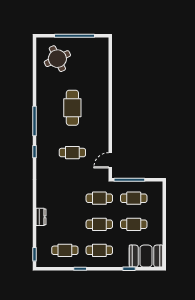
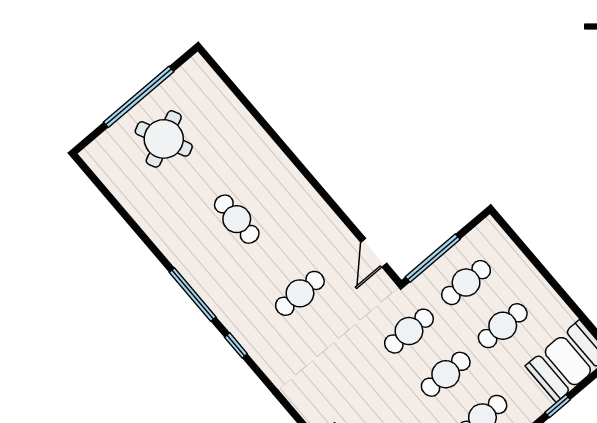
round table: (57, 59) -> (164, 139), moved
cafe table: (72, 108) -> (237, 219), width x0.73, depth x0.74

